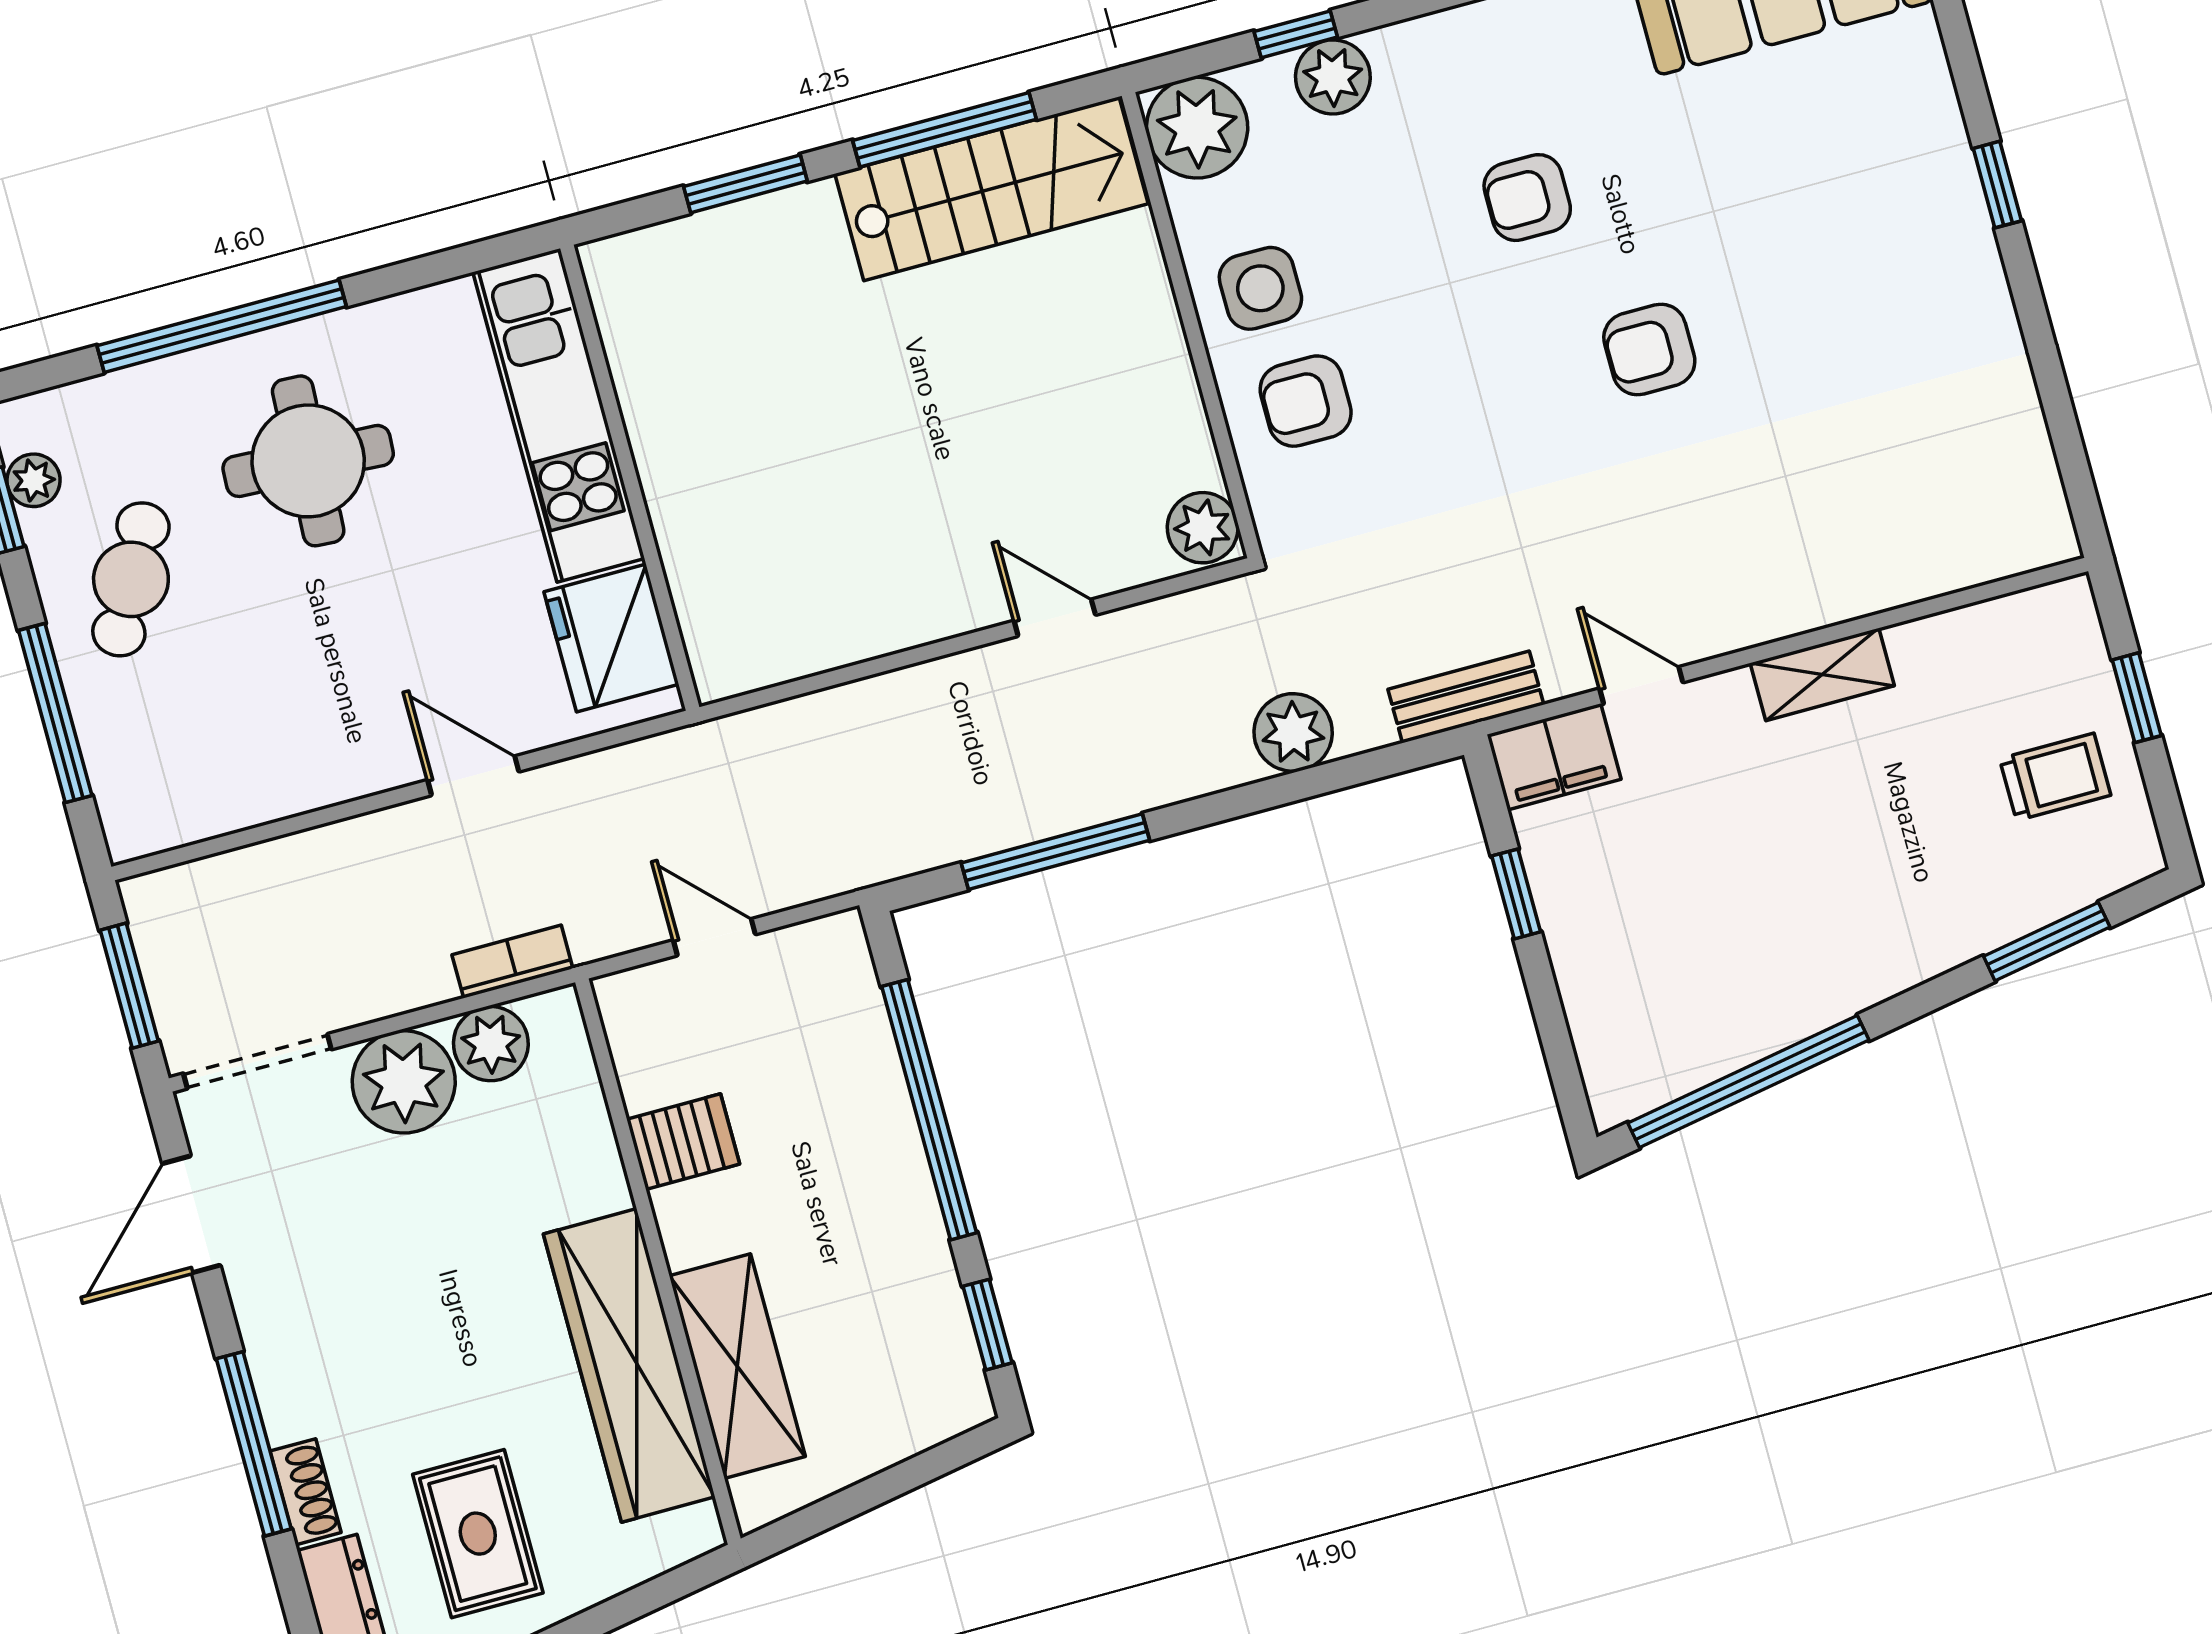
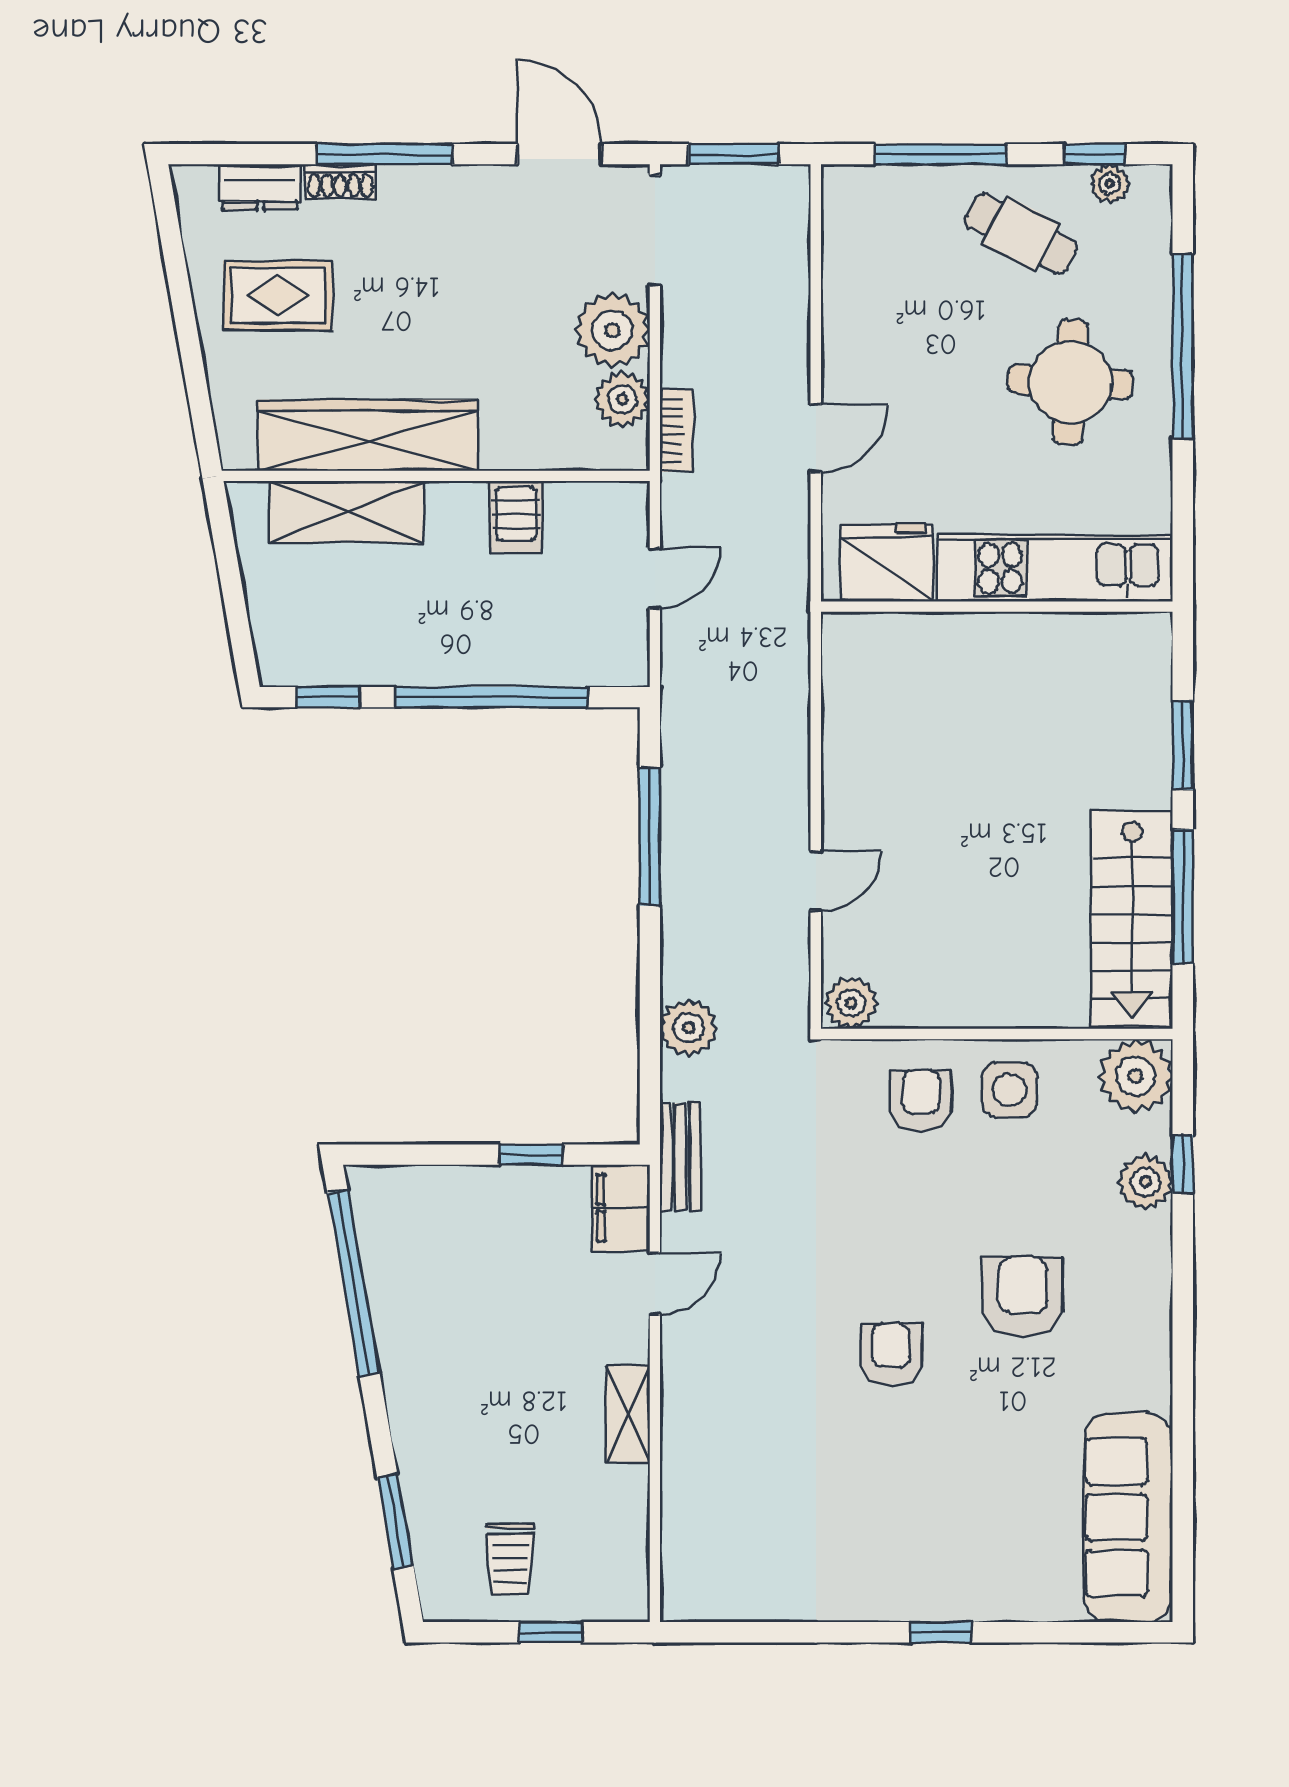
armchair: (1527, 198) -> (1023, 1297), width x1.38, depth x1.38

